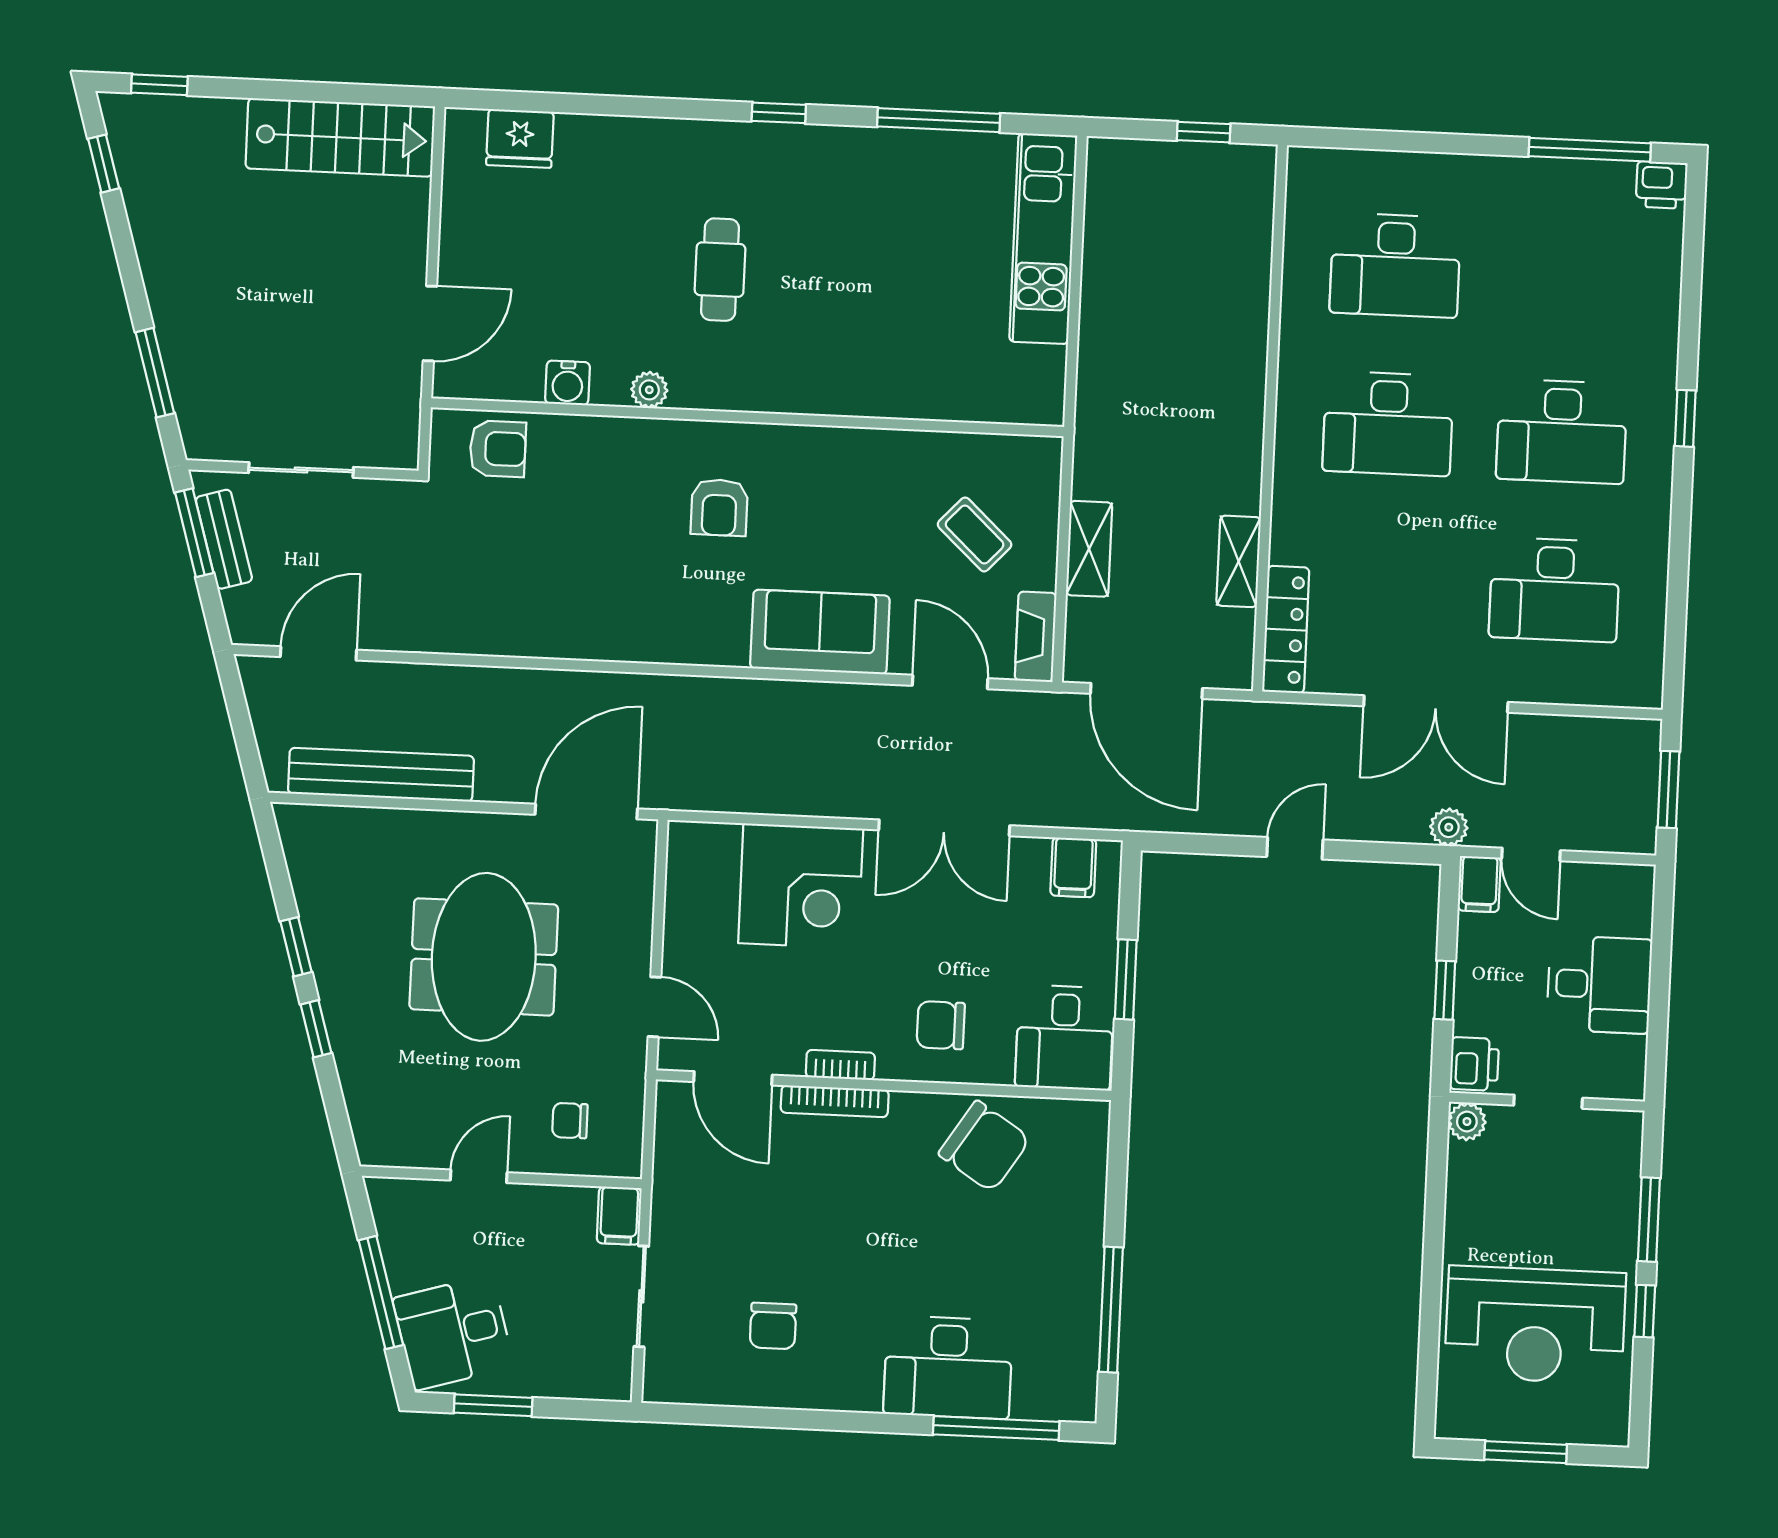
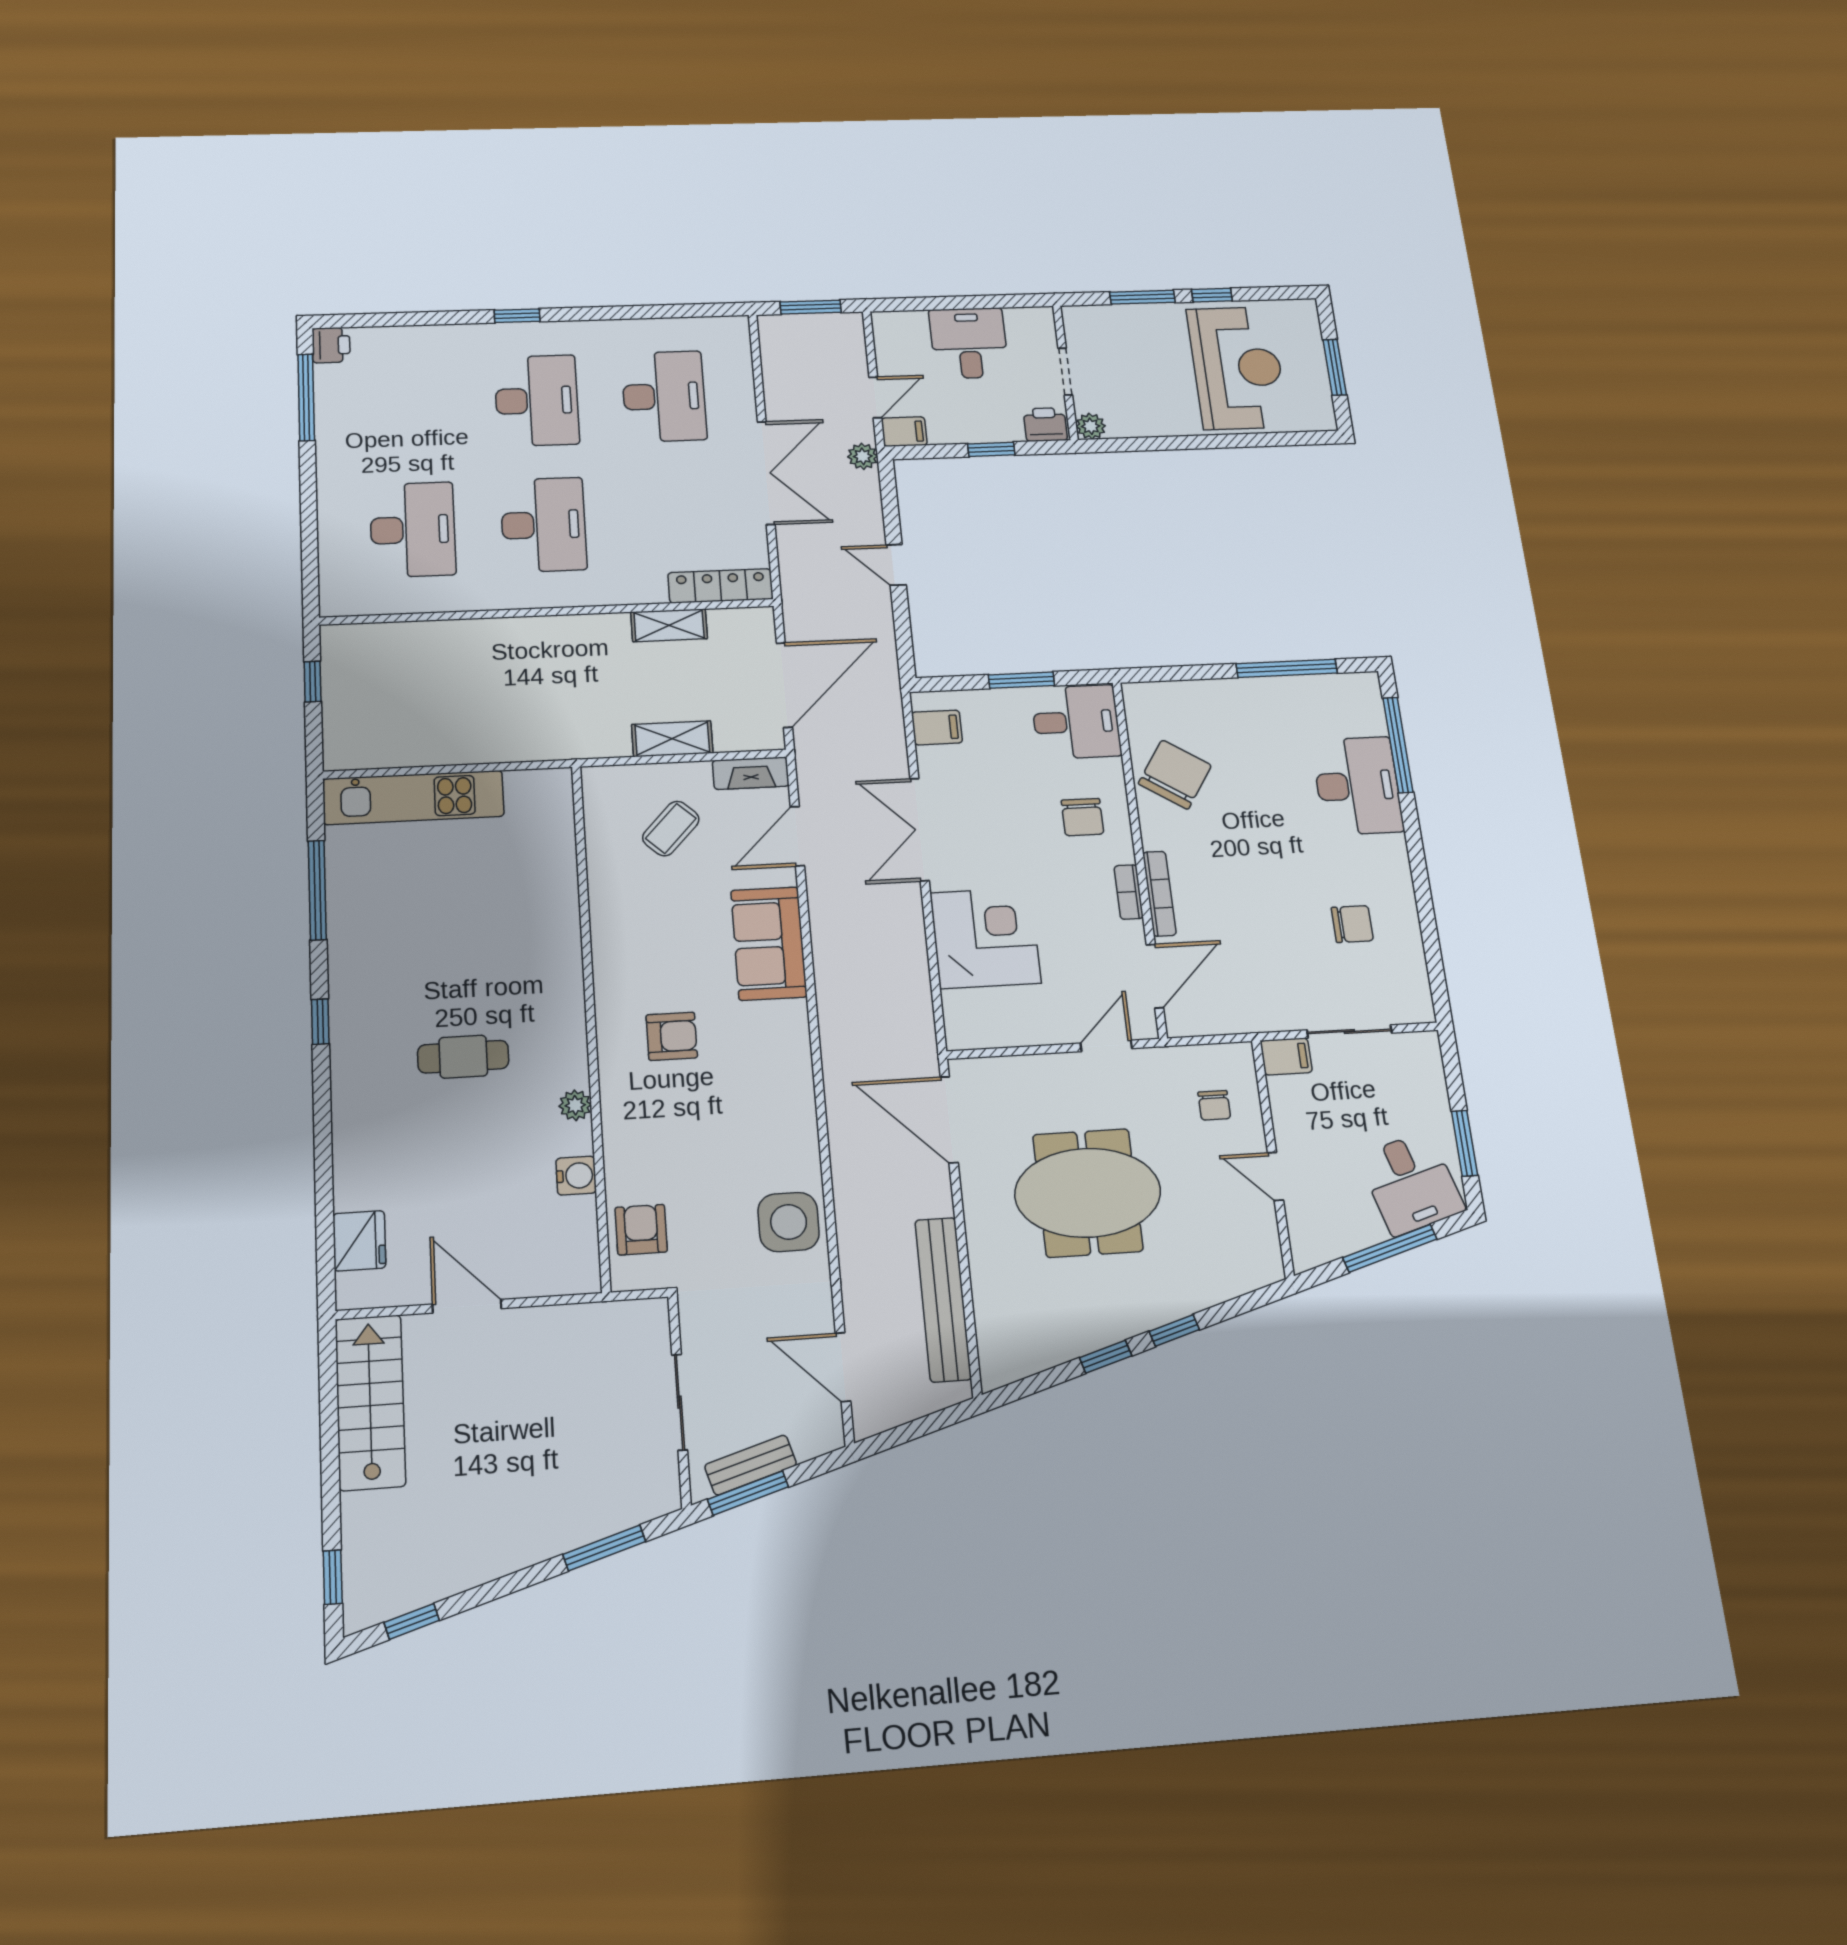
door: (430, 324) -> (467, 1306), moved
side table: (488, 614) -> (789, 1222), added
double door: (944, 828) -> (920, 829), swing flipped

